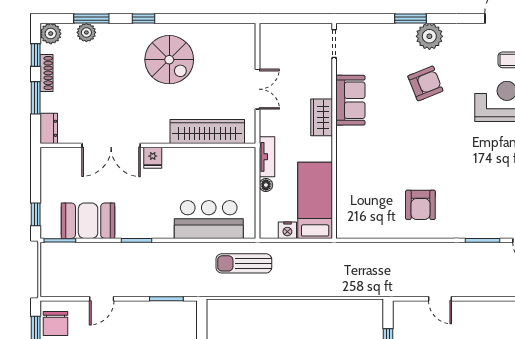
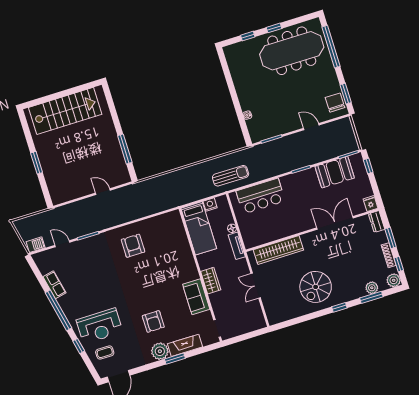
fireplace: (389, 33) -> (185, 345), added
spiral stairs: (169, 60) -> (316, 287), turned -90
armchair: (425, 83) -> (153, 321), turned -68
fridge: (153, 158) -> (370, 204), moved
door: (102, 299) -> (311, 127), hinge flipped

